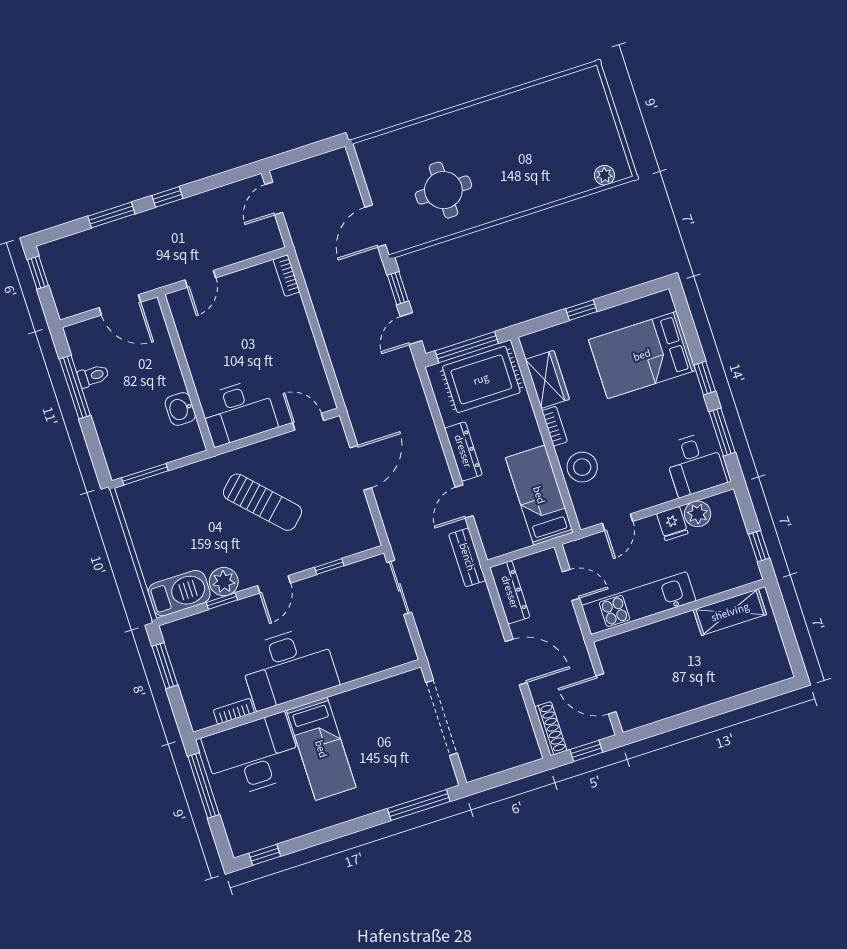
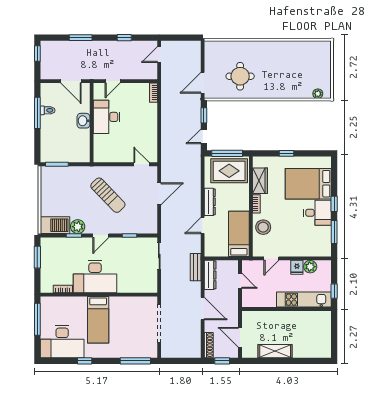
window: (167, 197) -> (124, 38), moved
washbasin: (180, 409) -> (83, 121), moved
desk: (238, 412) -> (107, 117), moved, turned 90
desk: (695, 464) -> (317, 213), moved, turned -90
bench: (467, 557) -> (196, 267), moved
kitchen unit: (639, 603) -> (304, 300), moved
shelving: (730, 612) -> (275, 351), moved
desk: (253, 756) -> (62, 342), moved, turned 180
window: (265, 855) -> (85, 361), moved

